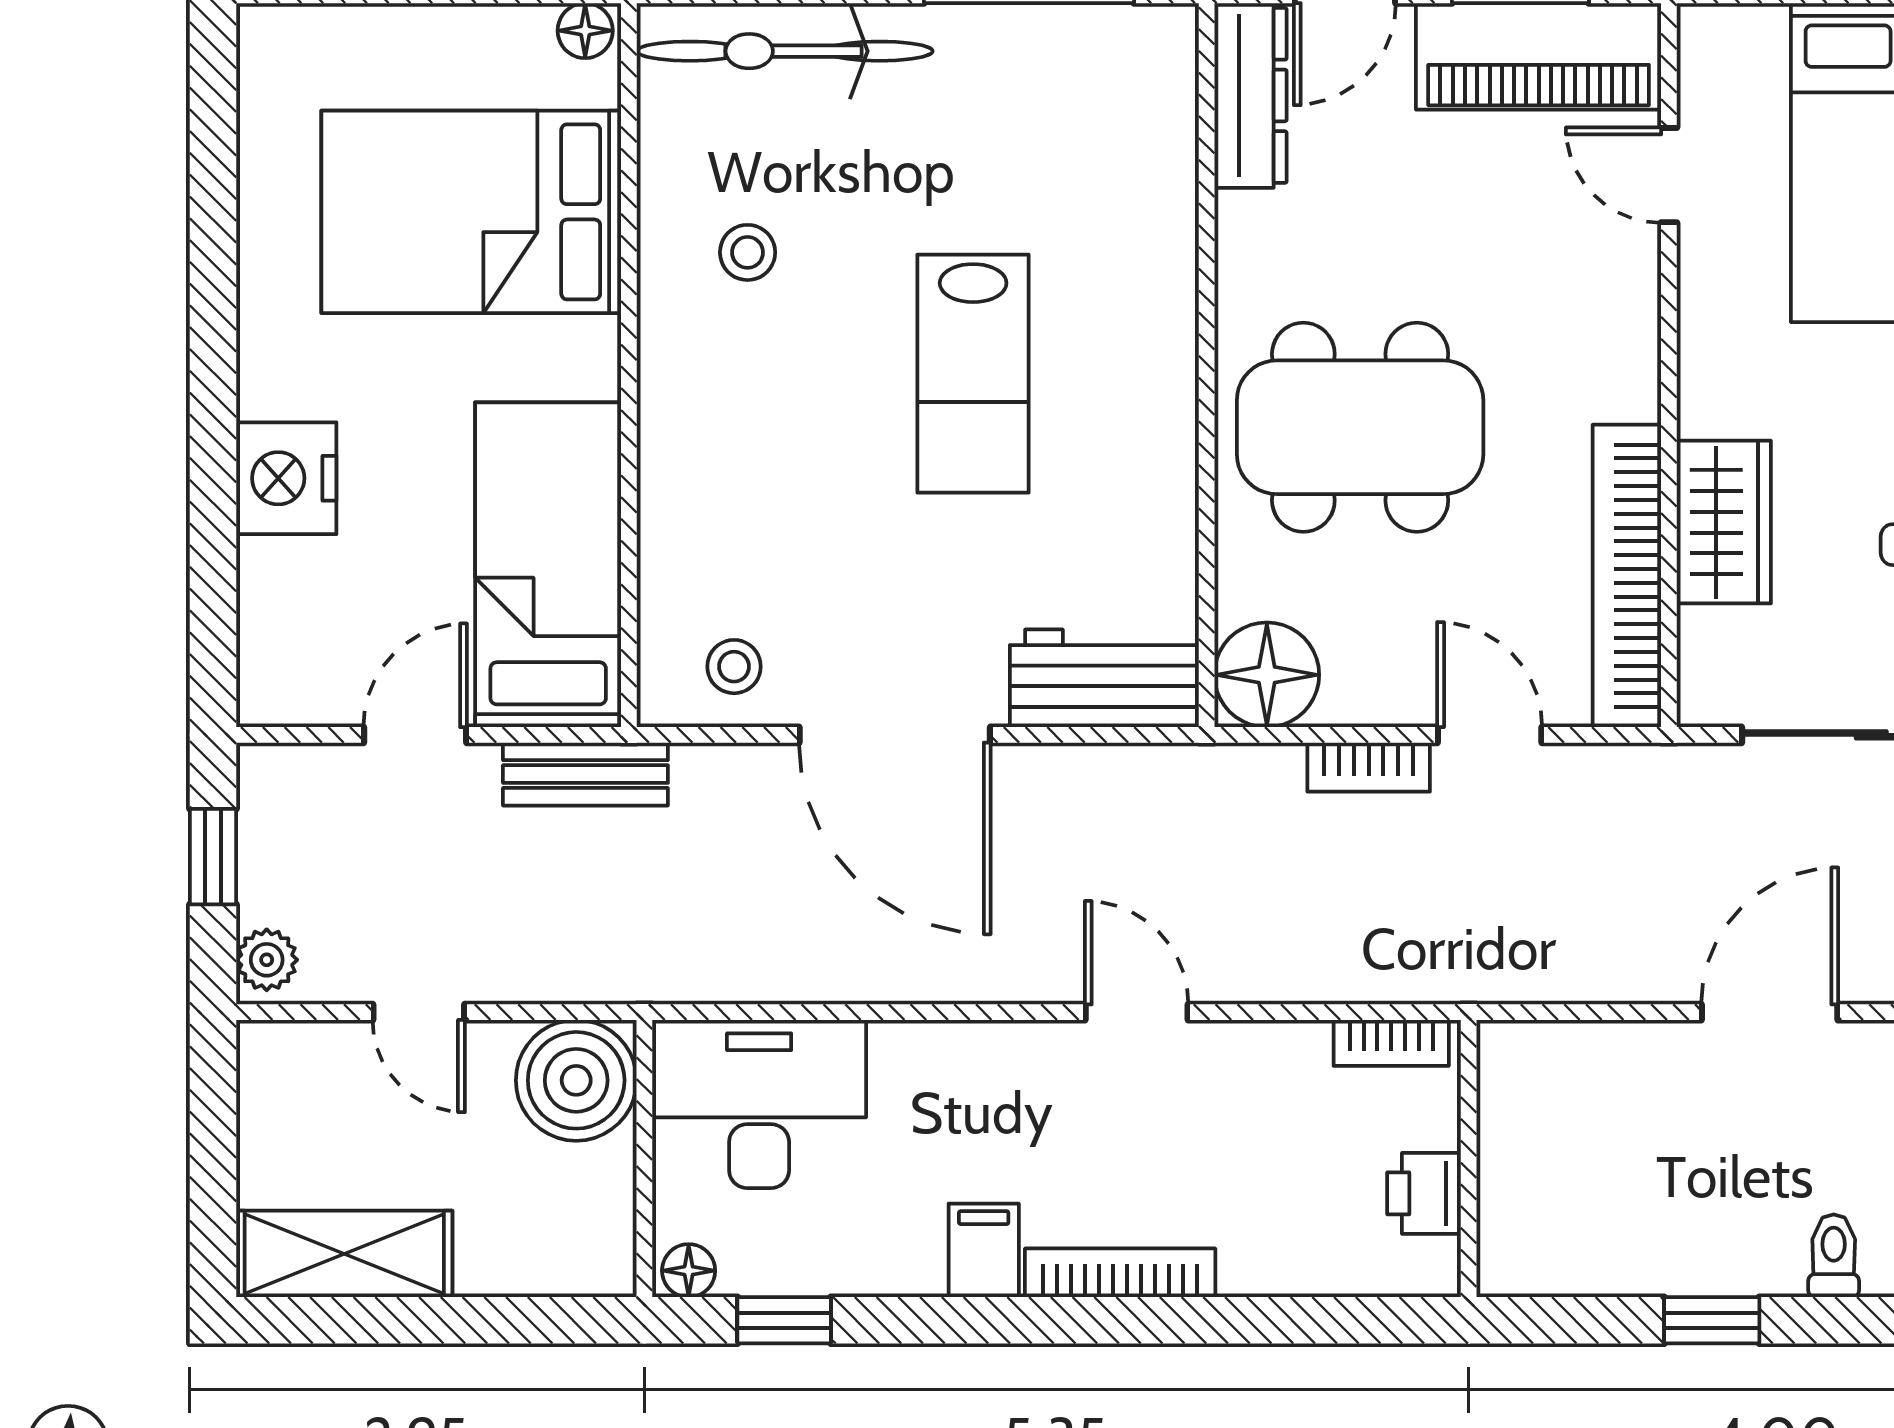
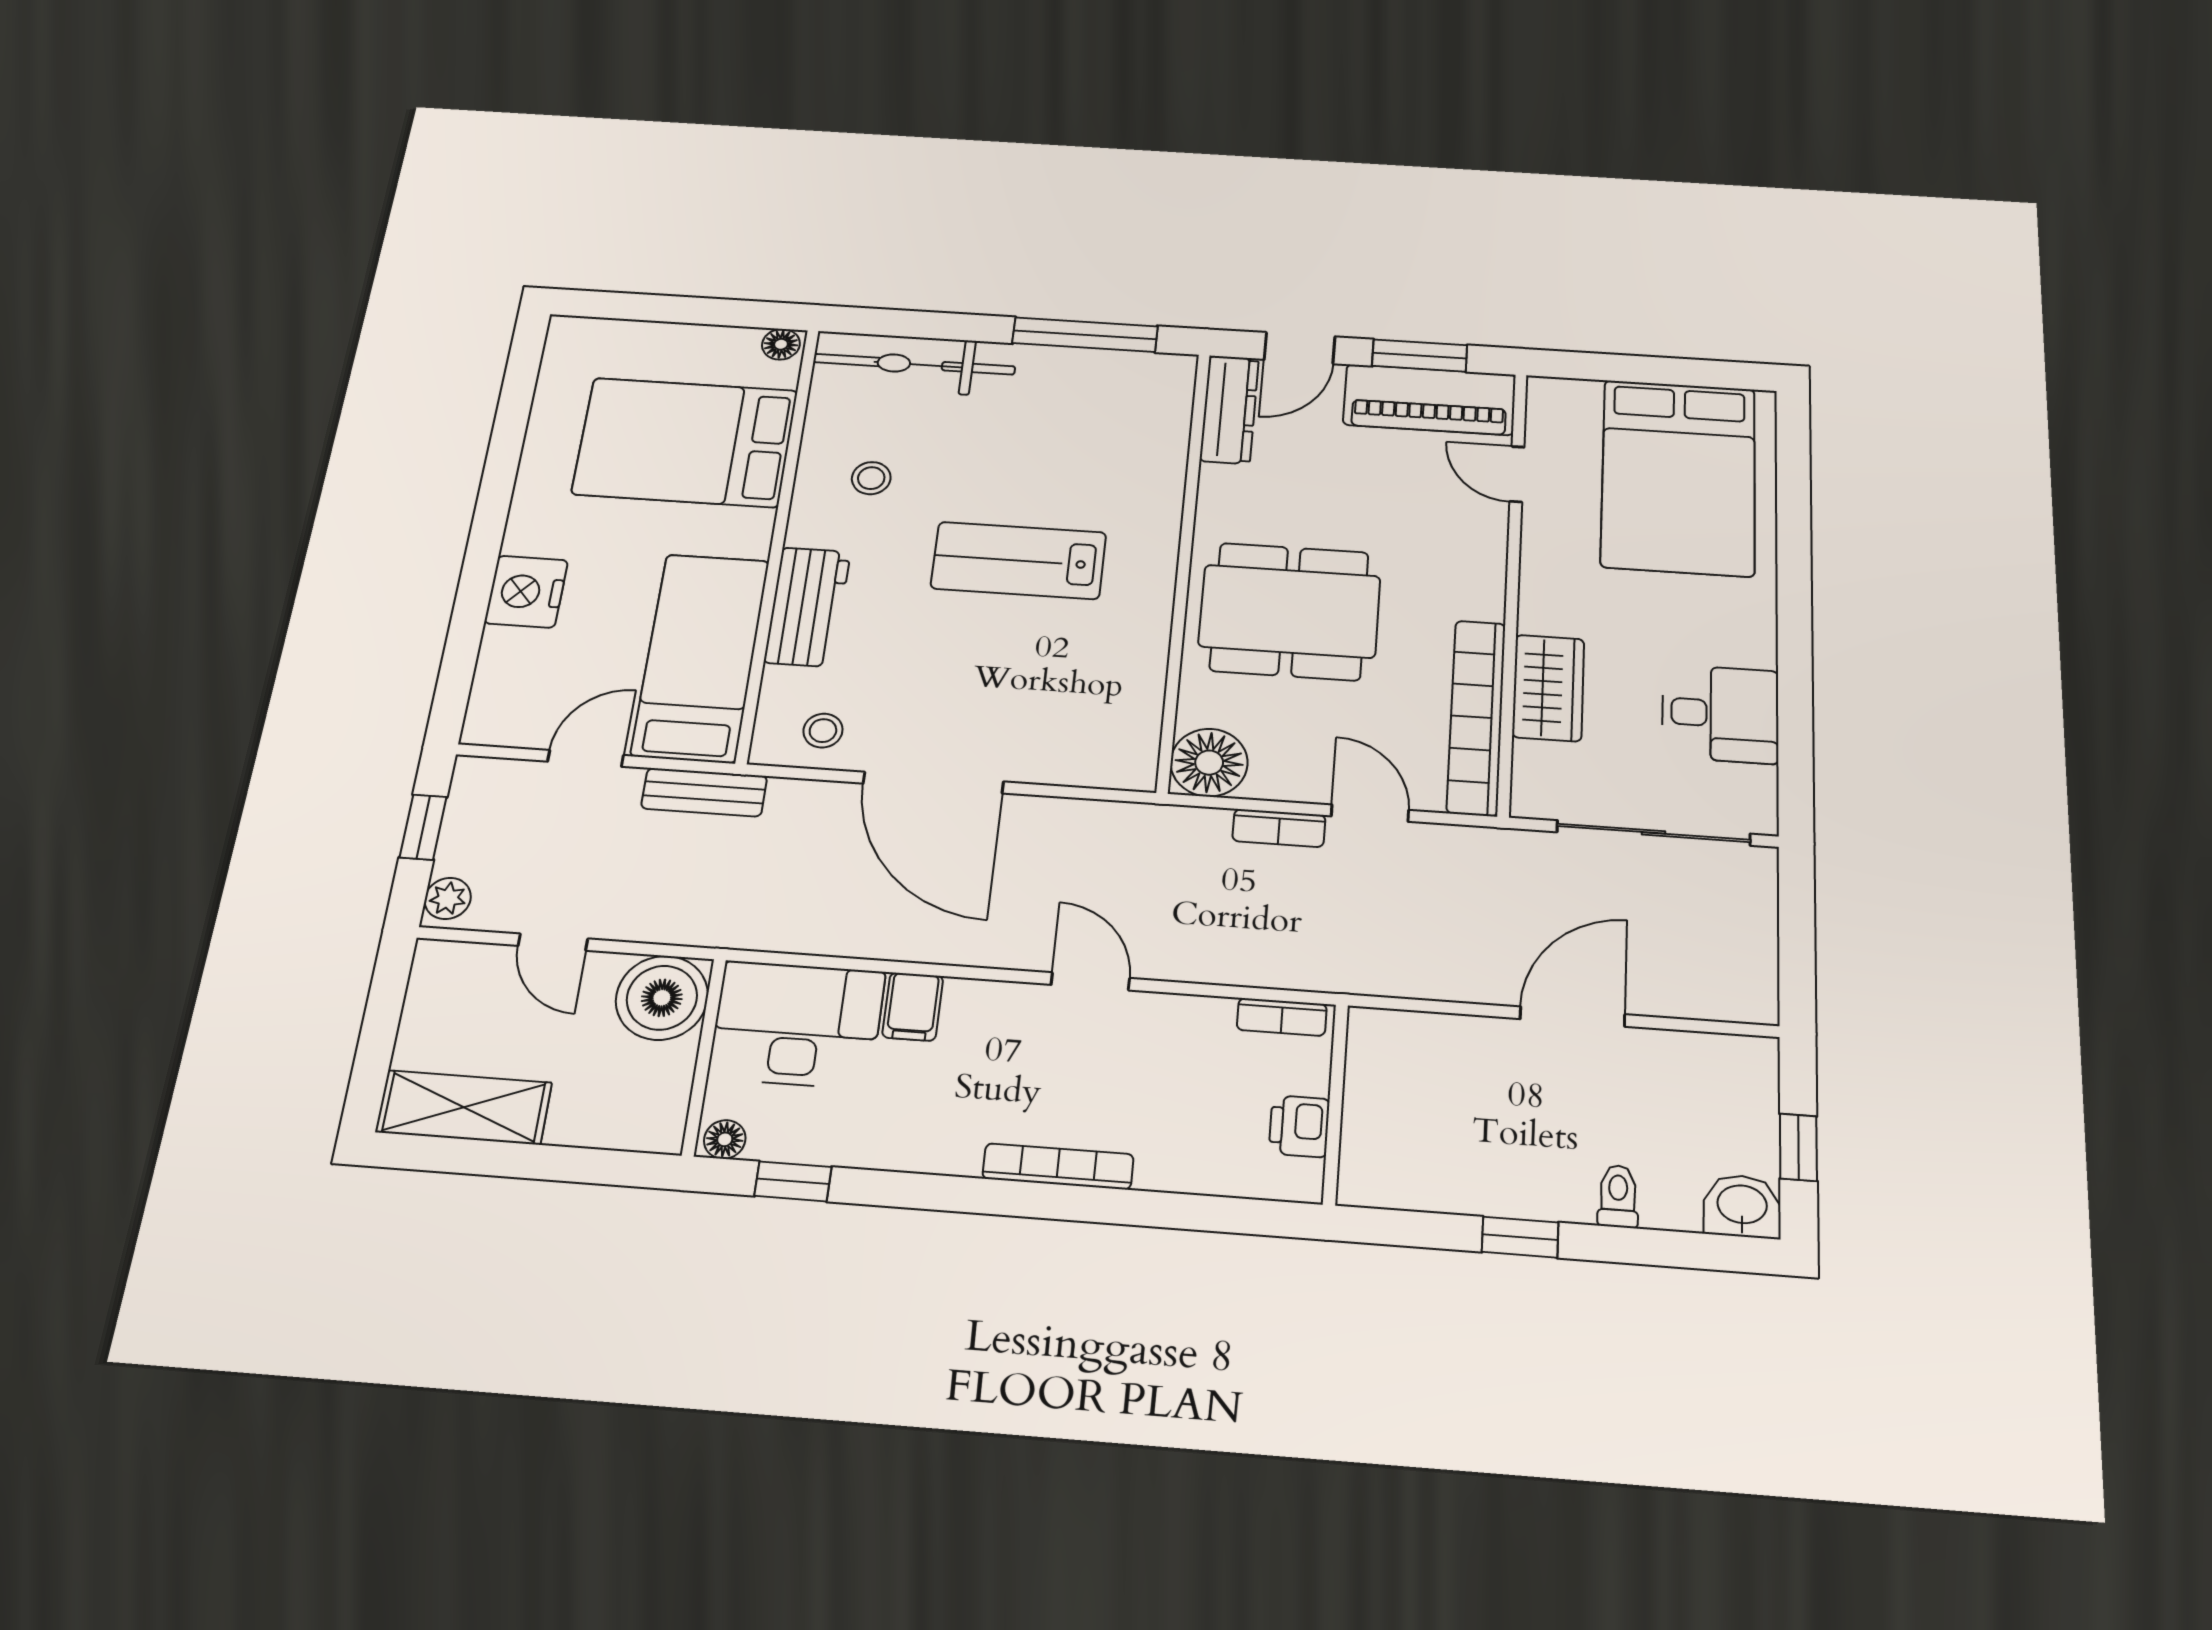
lab bench: (973, 374) -> (1019, 560), turned 90
workbench: (1104, 678) -> (807, 607), moved, turned 90
filing cabinet: (984, 1250) -> (913, 1007), moved, turned 180

